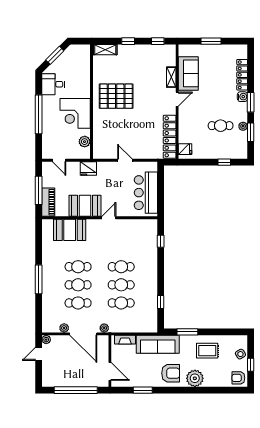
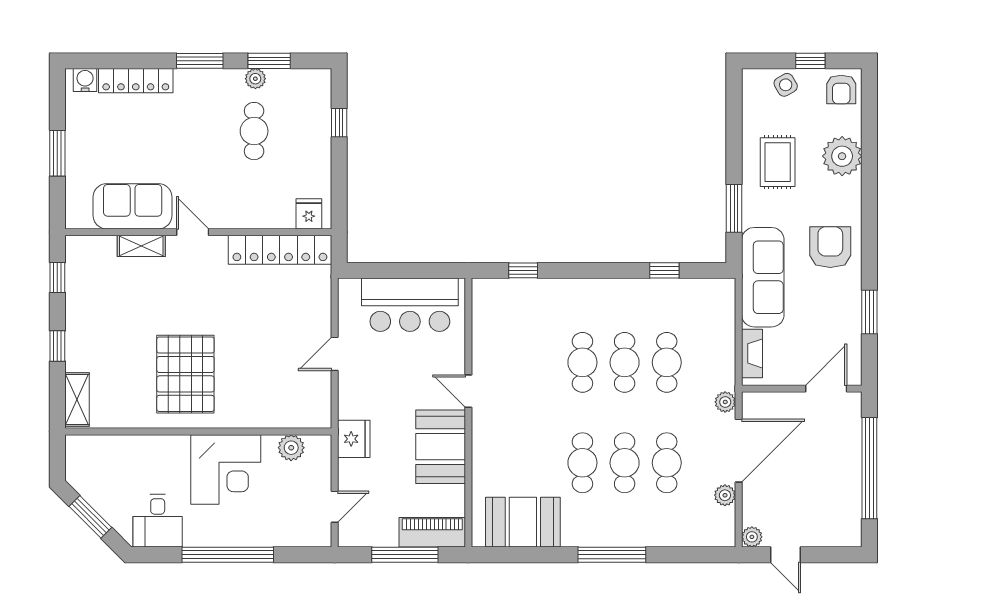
water cooler: (242, 97) -> (85, 80), moved
booth: (70, 230) -> (523, 522), moved, turned 90
plant: (195, 378) -> (842, 156), moved

